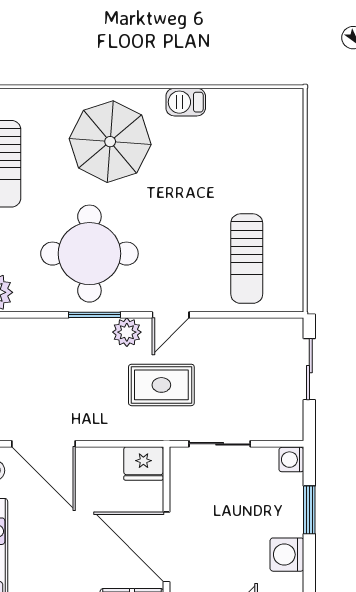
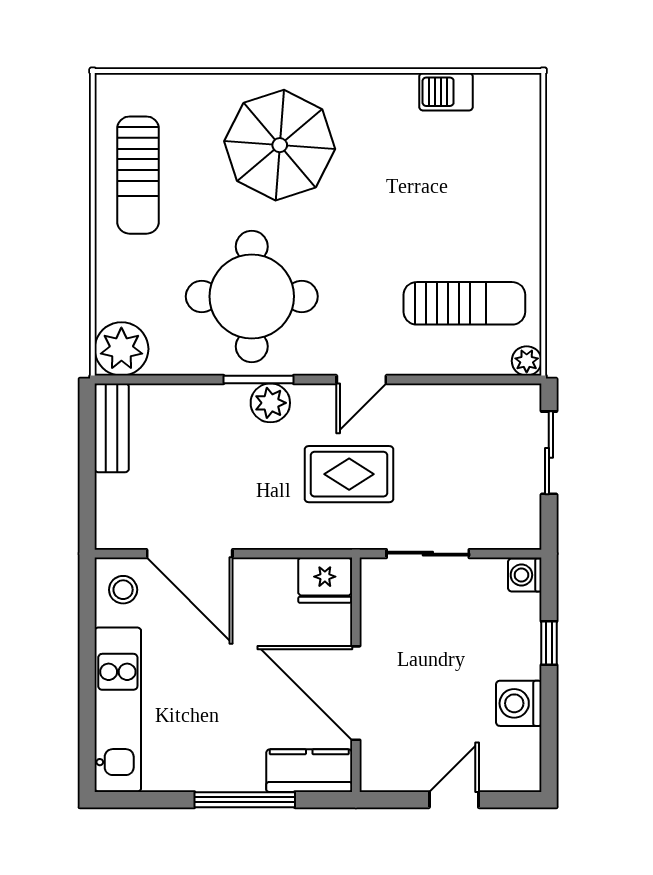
barbecue: (186, 102) -> (446, 92), moved
sun lounger: (247, 259) -> (464, 303), turned -90
plant: (293, 301) -> (527, 361), added
plant: (127, 332) -> (270, 403), moved
window: (309, 510) -> (549, 643), width x0.67

